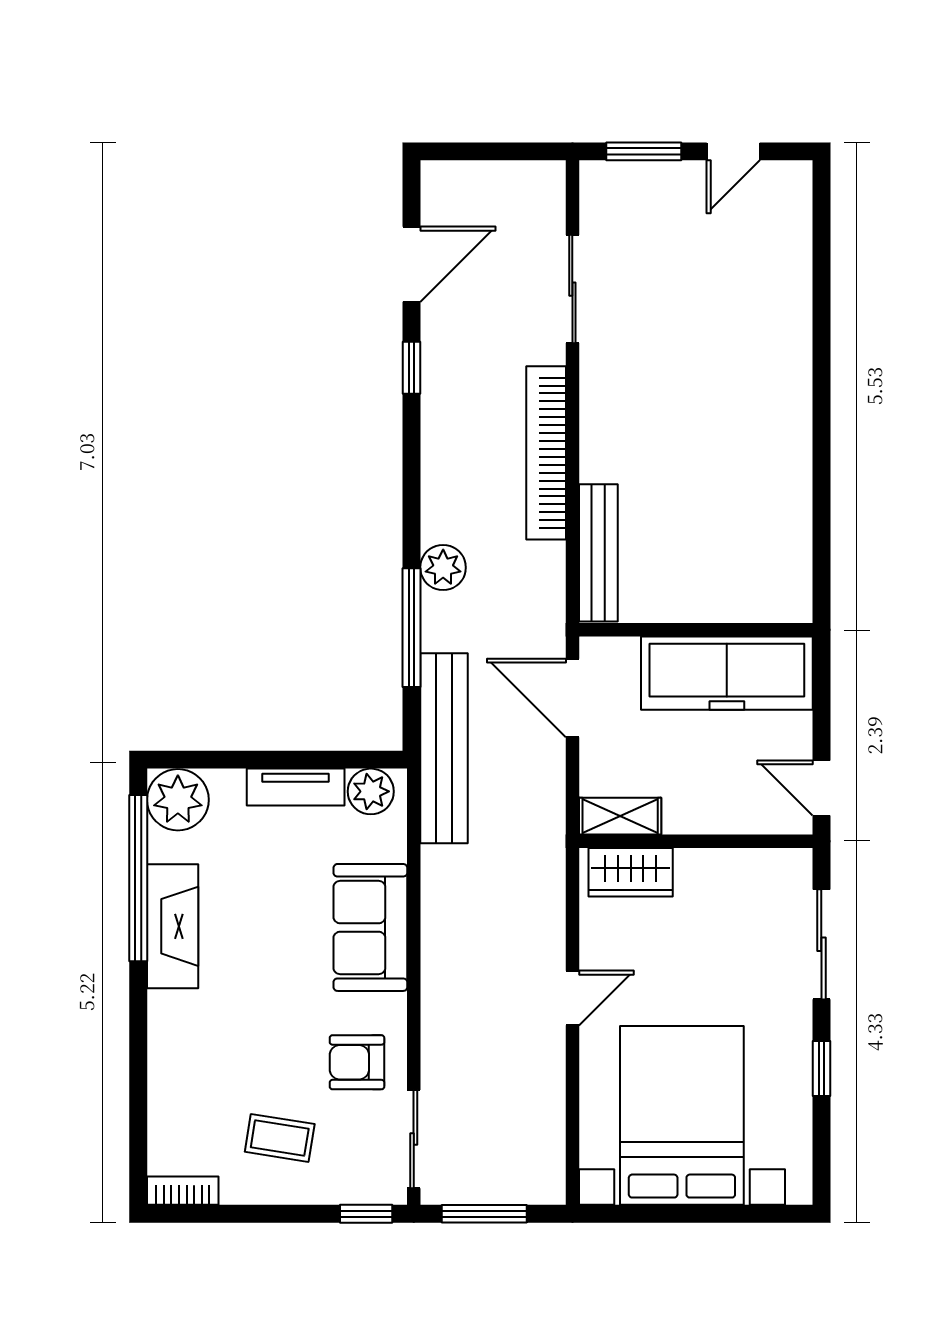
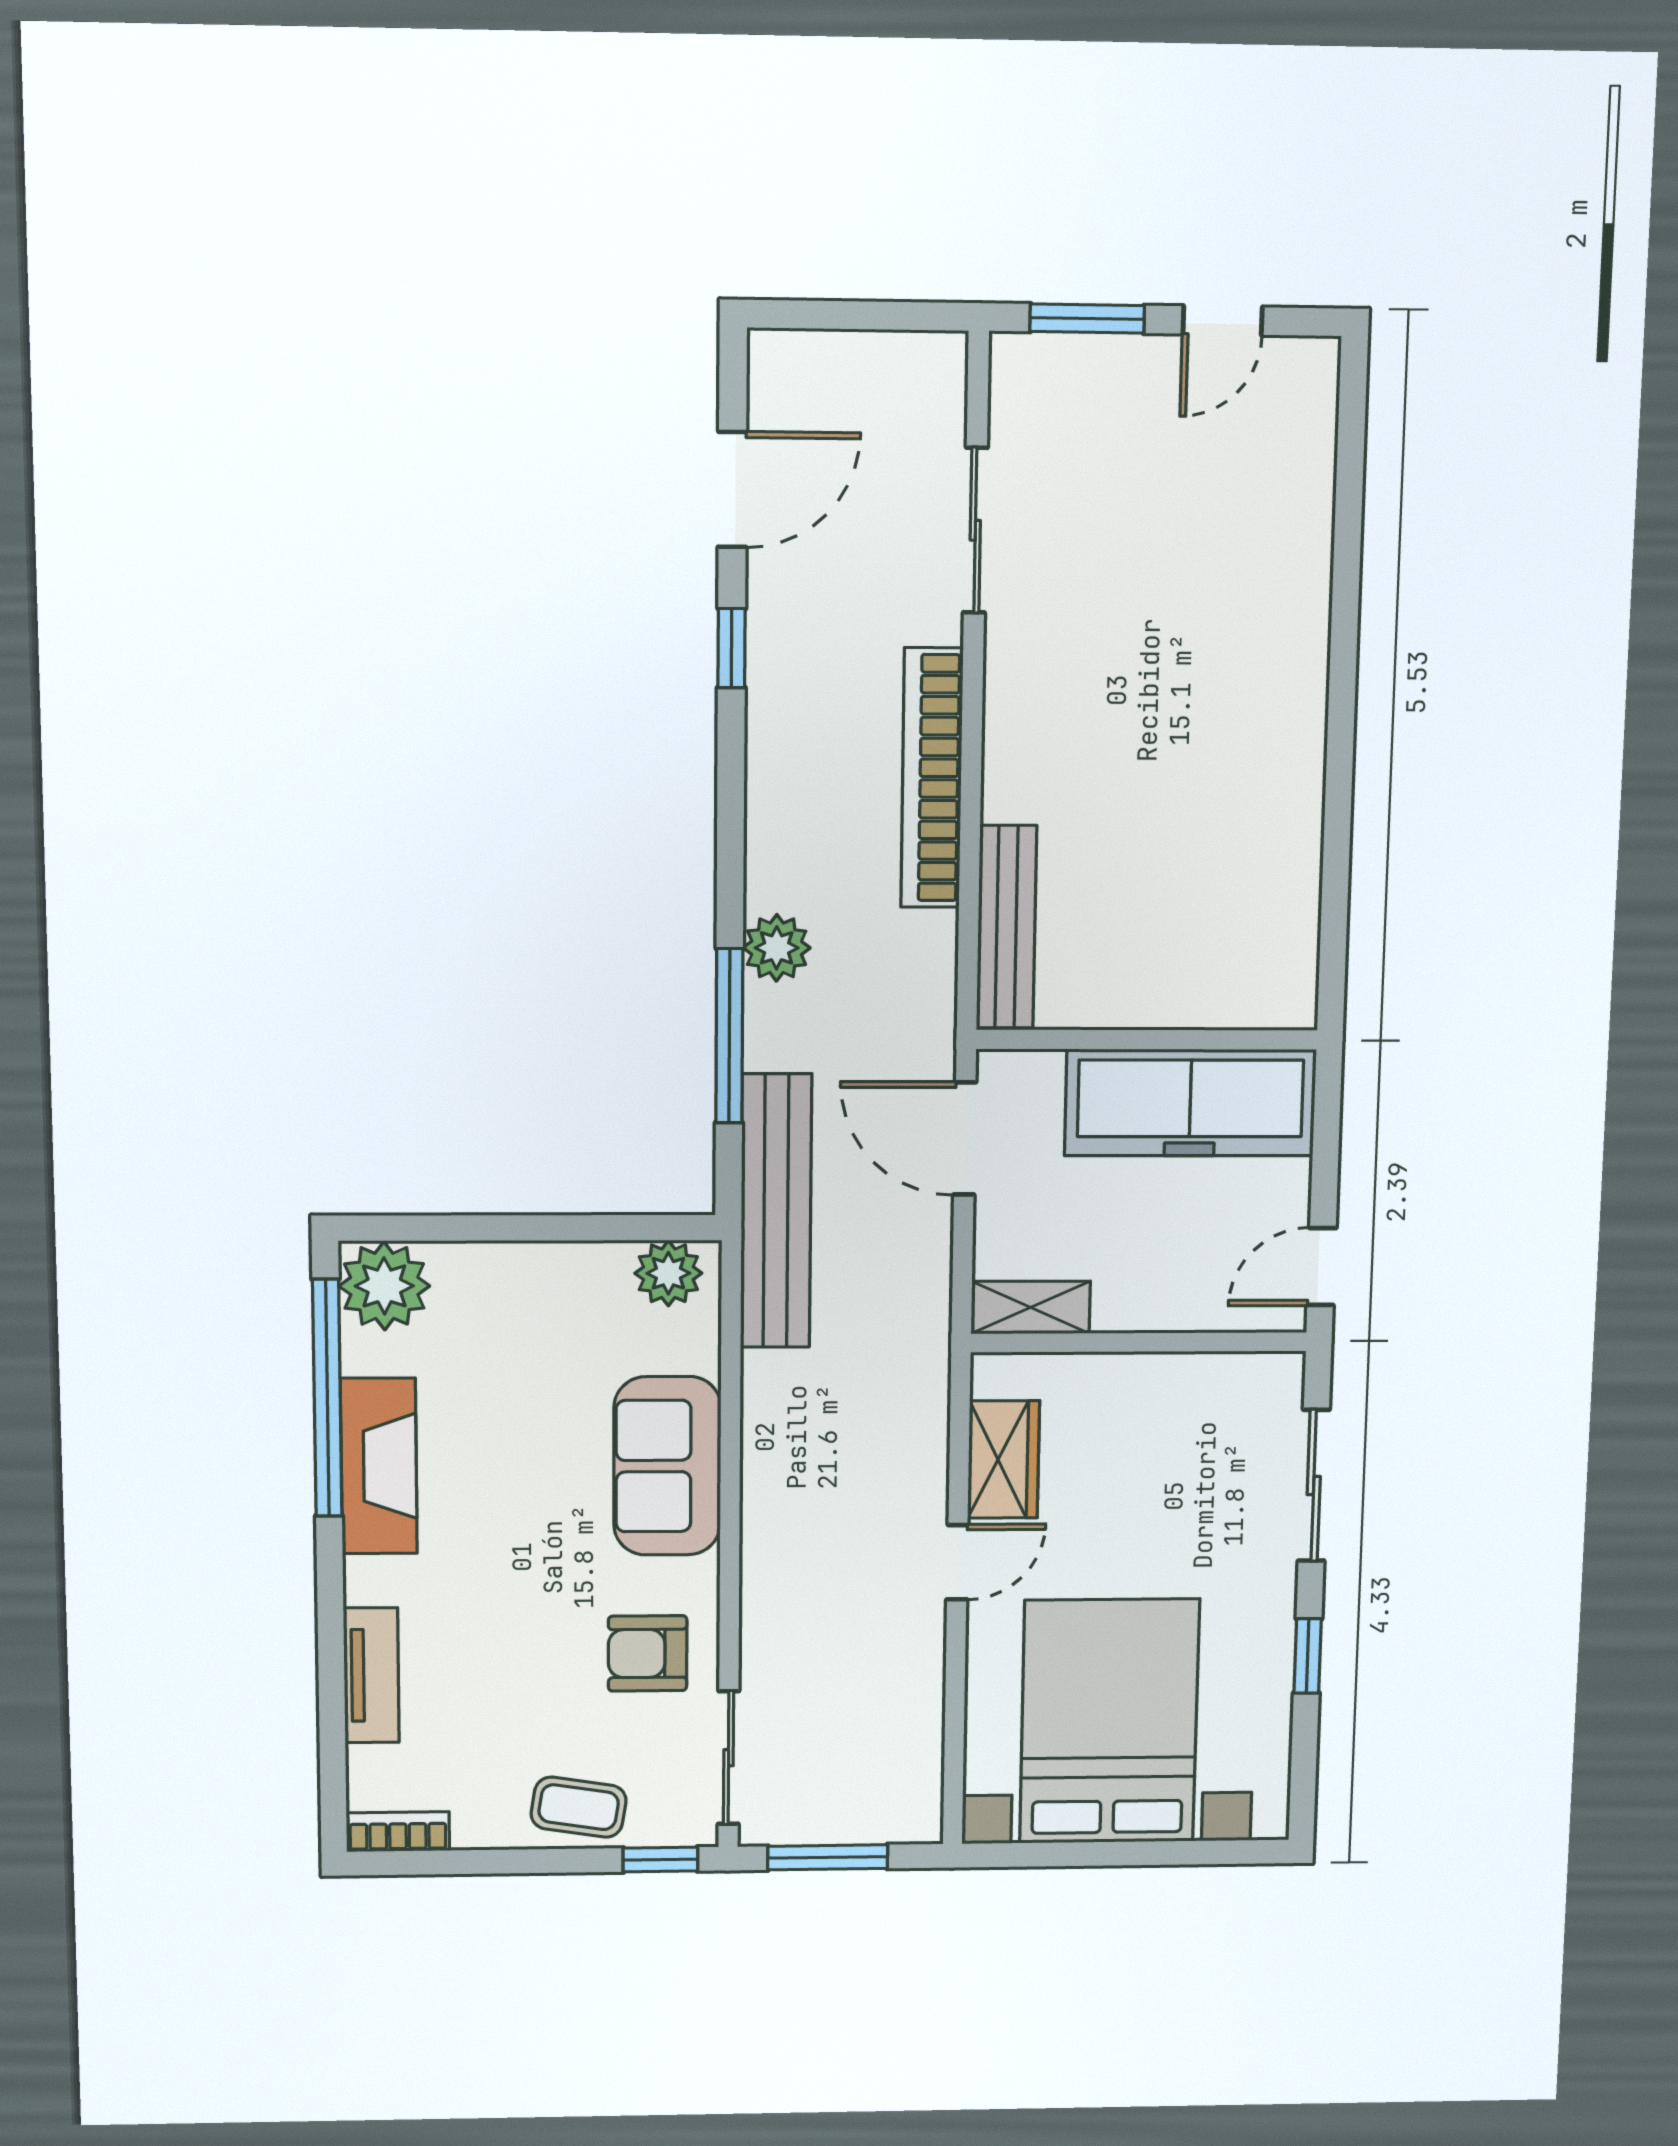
tv unit: (296, 787) -> (371, 1675), moved, turned -90
door: (821, 788) -> (1321, 1267), hinge flipped
wardrobe: (631, 872) -> (1004, 1460), moved, turned -90
coffee table: (280, 1138) -> (579, 1807), moved

